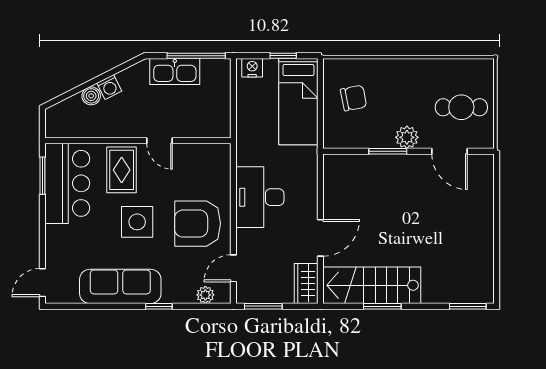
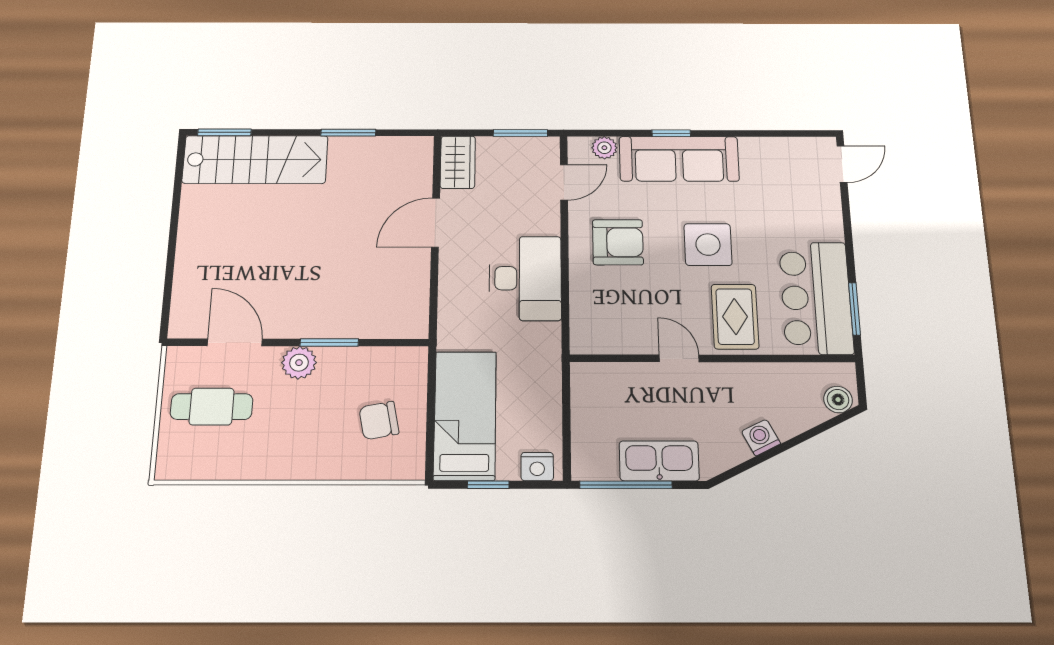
boiler: (91, 96) -> (838, 400), moved
armchair: (198, 224) -> (618, 242), width x0.73, depth x0.73
stairs: (372, 285) -> (255, 160), moved
sofa: (120, 286) -> (679, 159), moved

